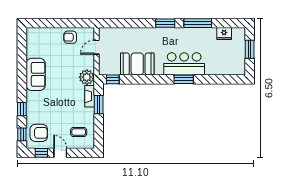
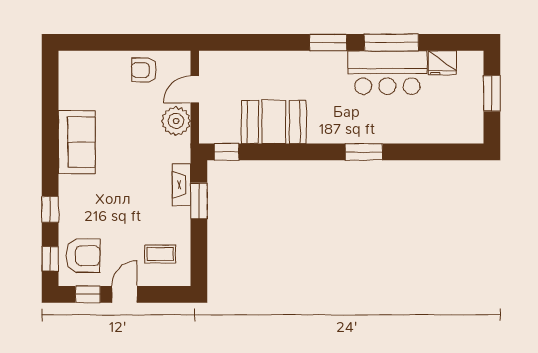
bar counter: (184, 64) -> (387, 73), moved, turned 180
plant: (87, 77) -> (176, 121), moved
door: (60, 153) -> (125, 294), hinge flipped

